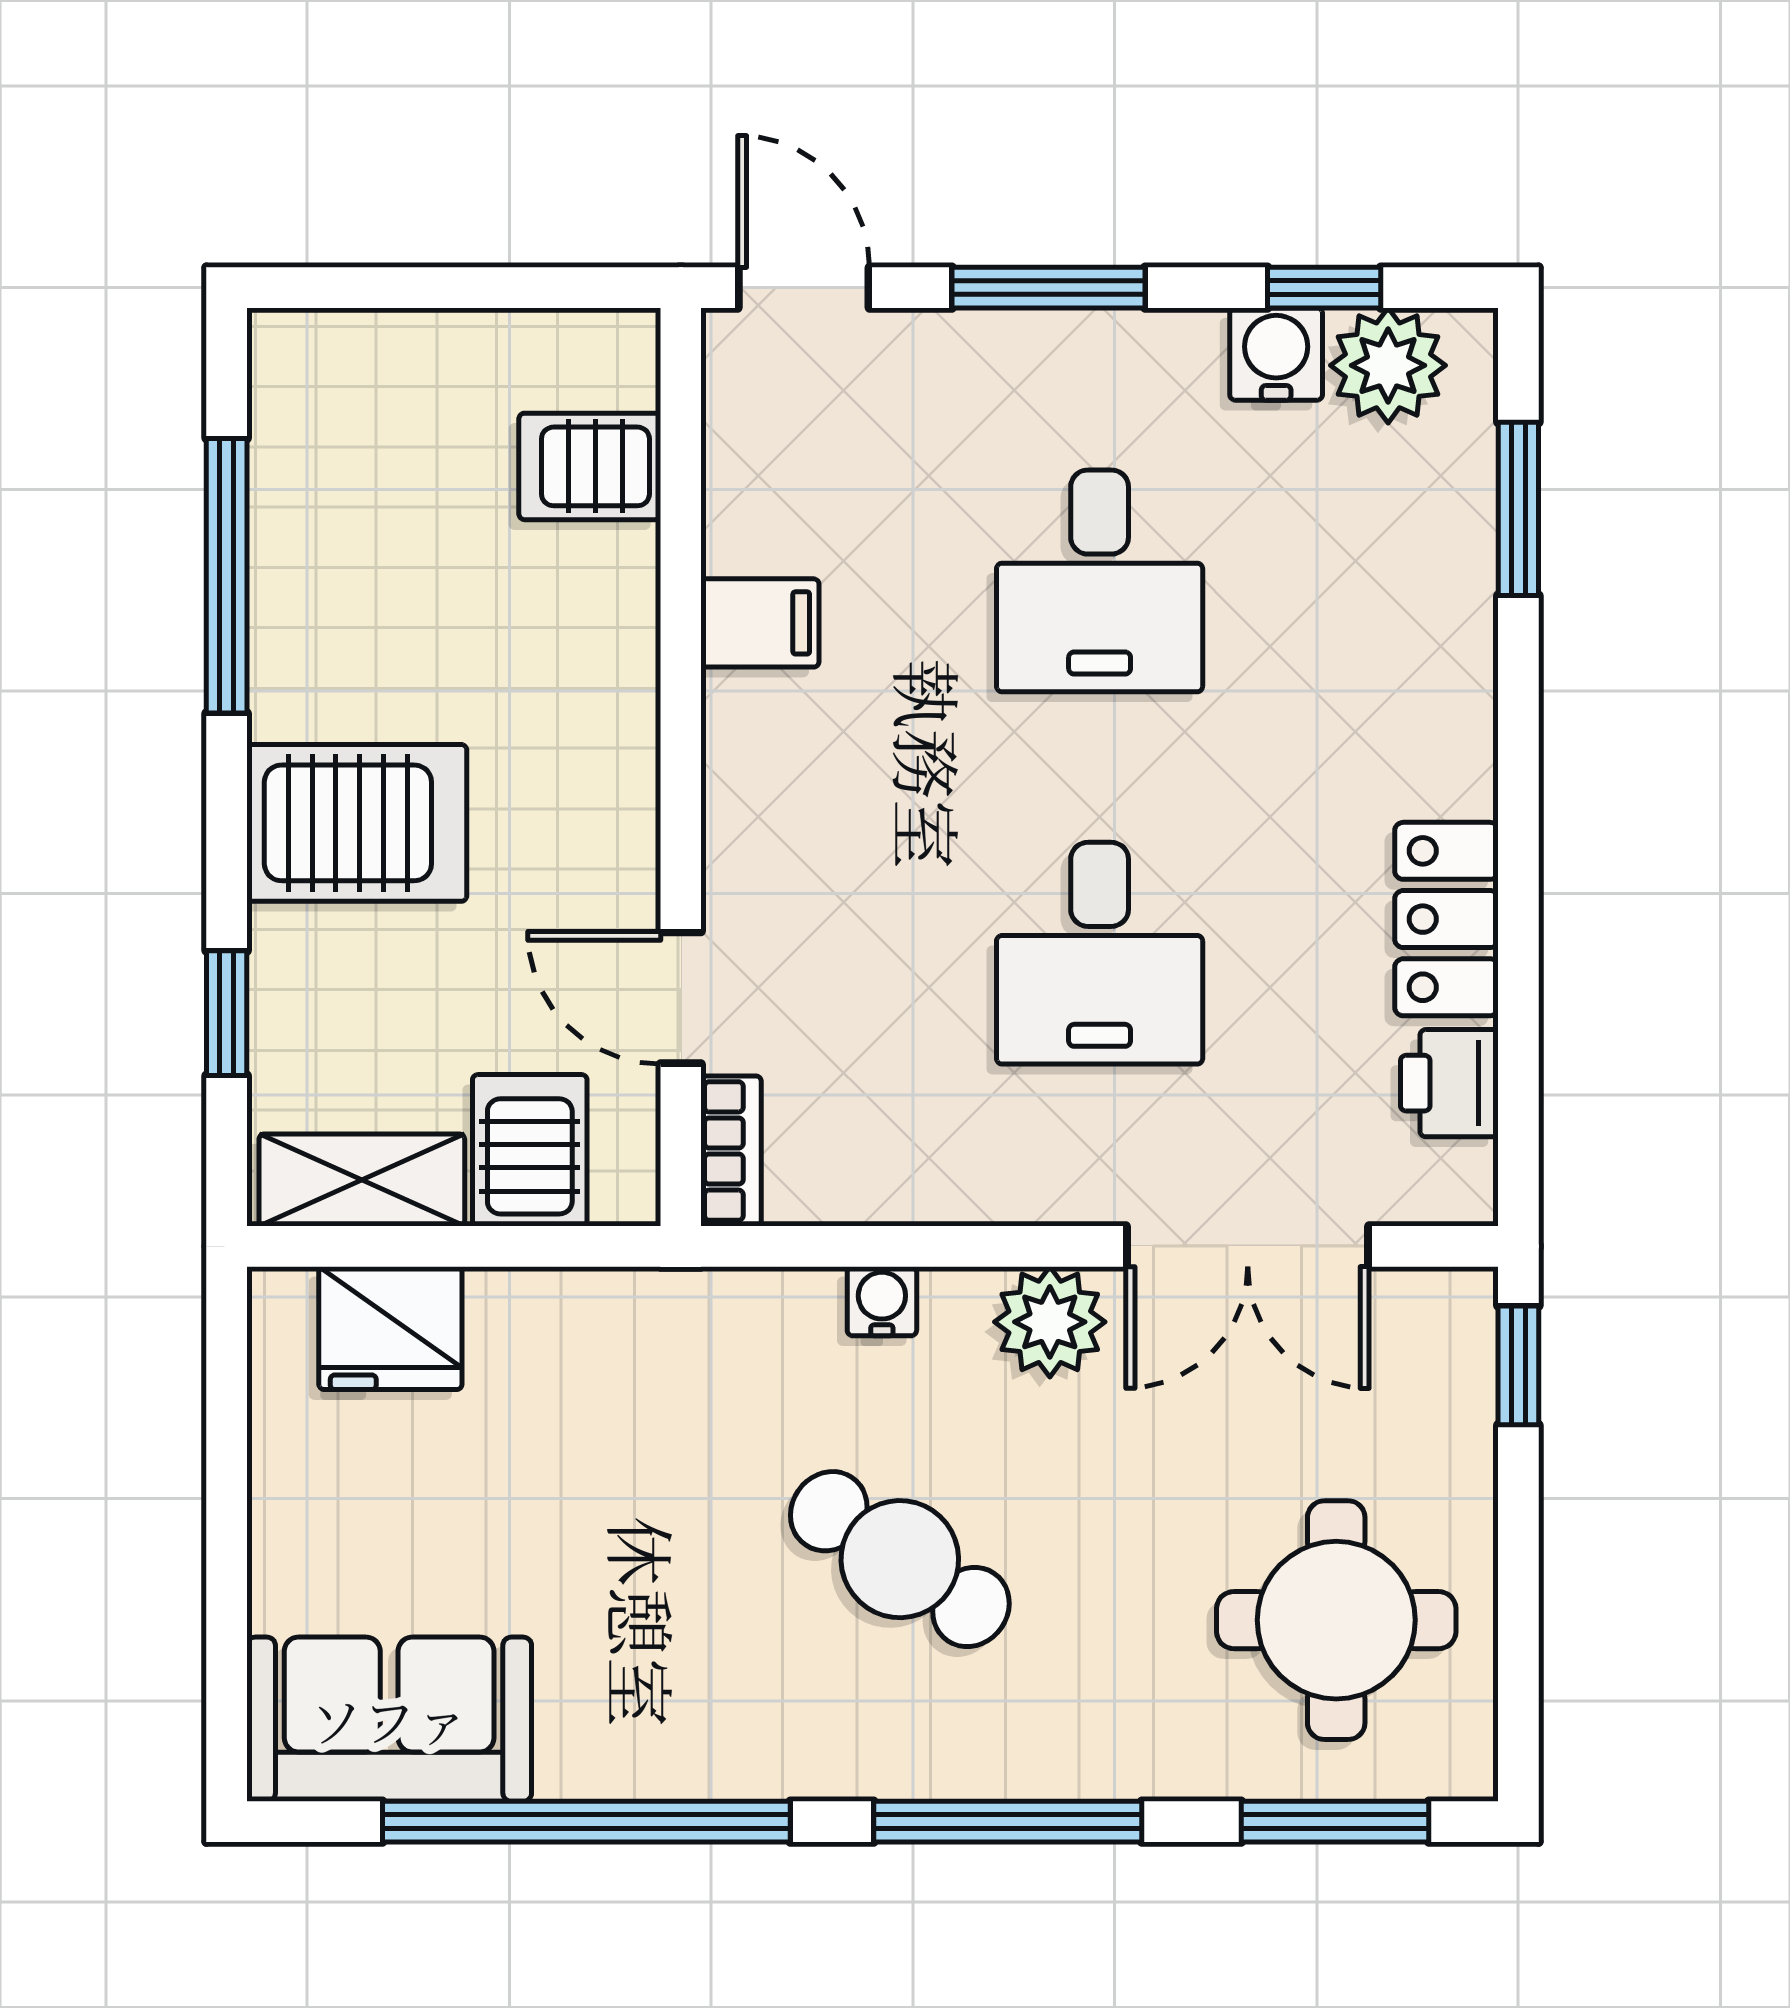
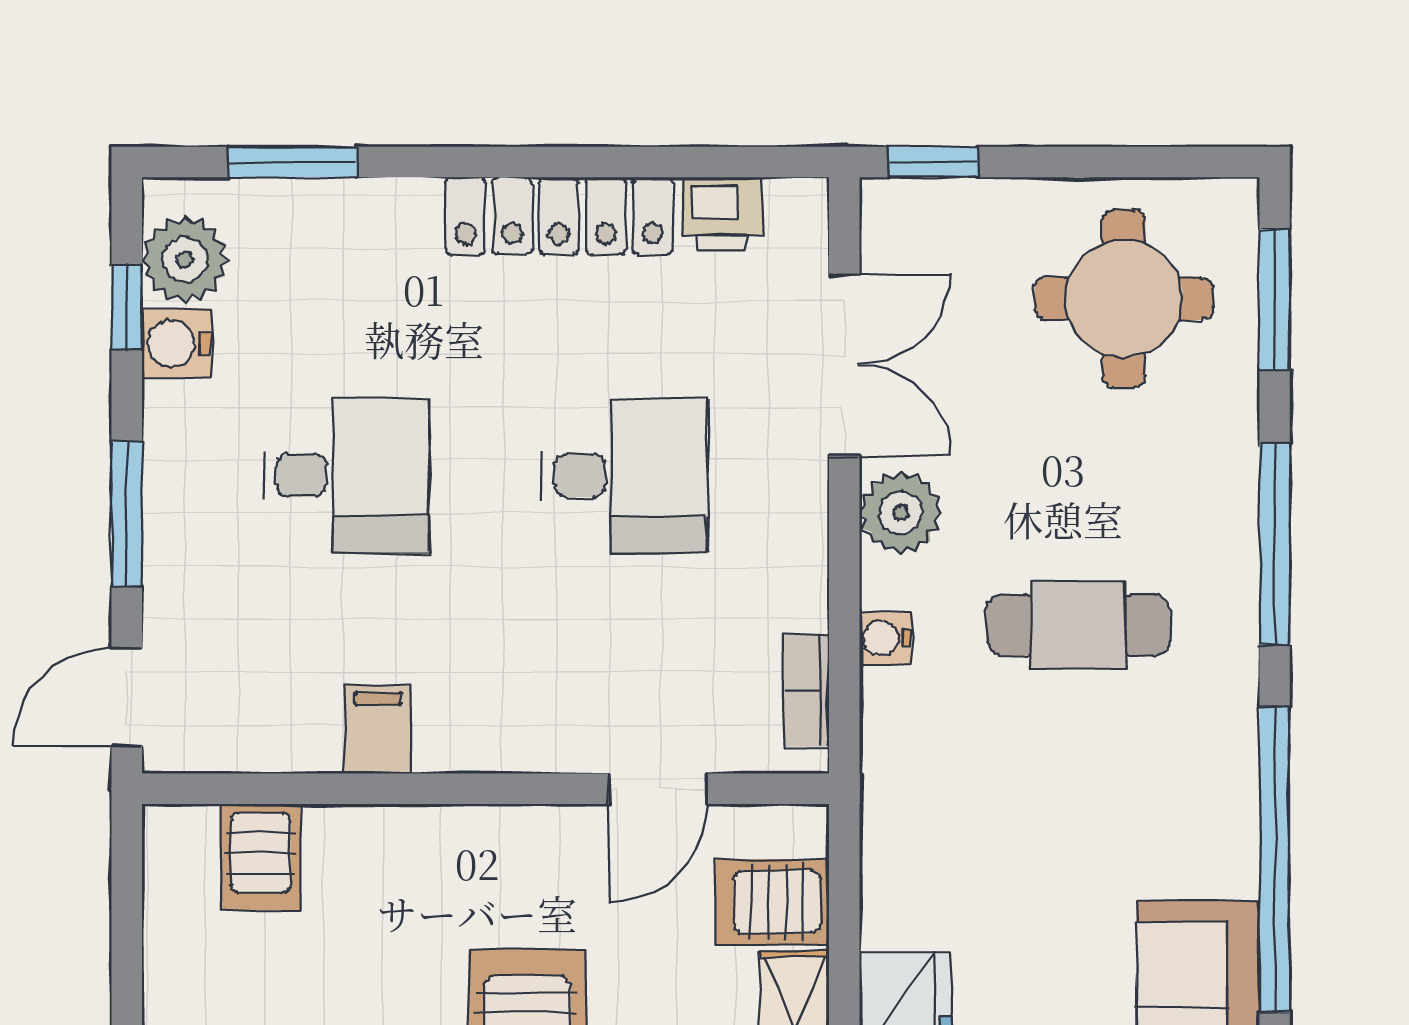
locker: (1447, 919) -> (559, 216), width x1.53
bookcase: (731, 1151) -> (807, 690), moved, turned -90
cafe table: (900, 1559) -> (1078, 625), turned 56

